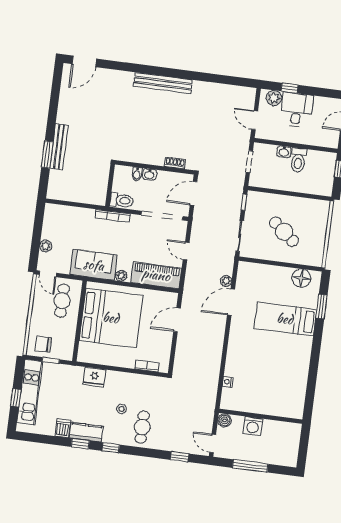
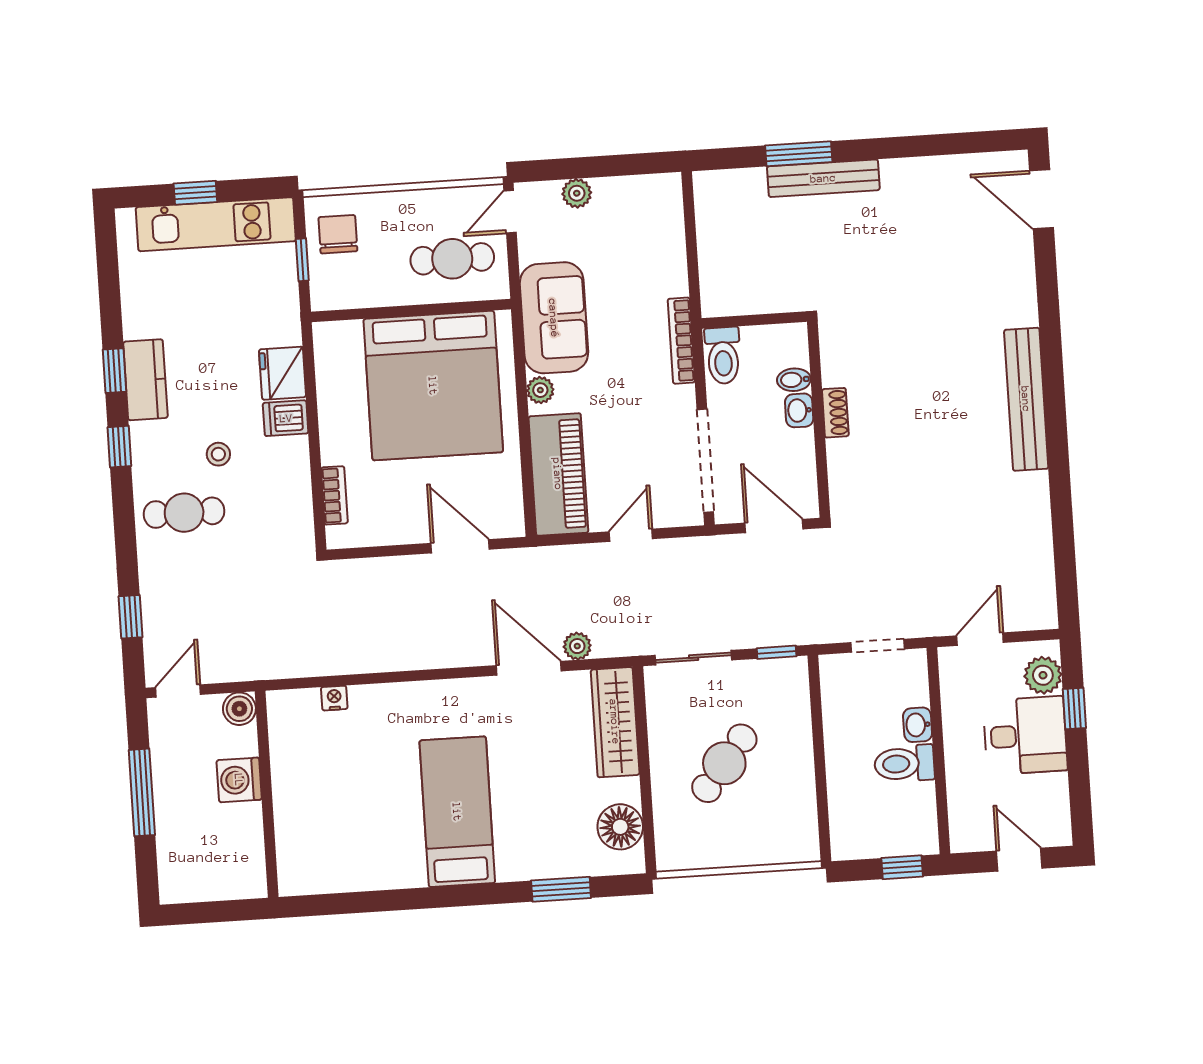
shoe rack: (175, 163) -> (835, 413), moved
wardrobe: (259, 272) -> (615, 722), added
bed: (285, 319) -> (457, 812), moved
dishwasher: (63, 428) -> (286, 418), moved, turned 180

